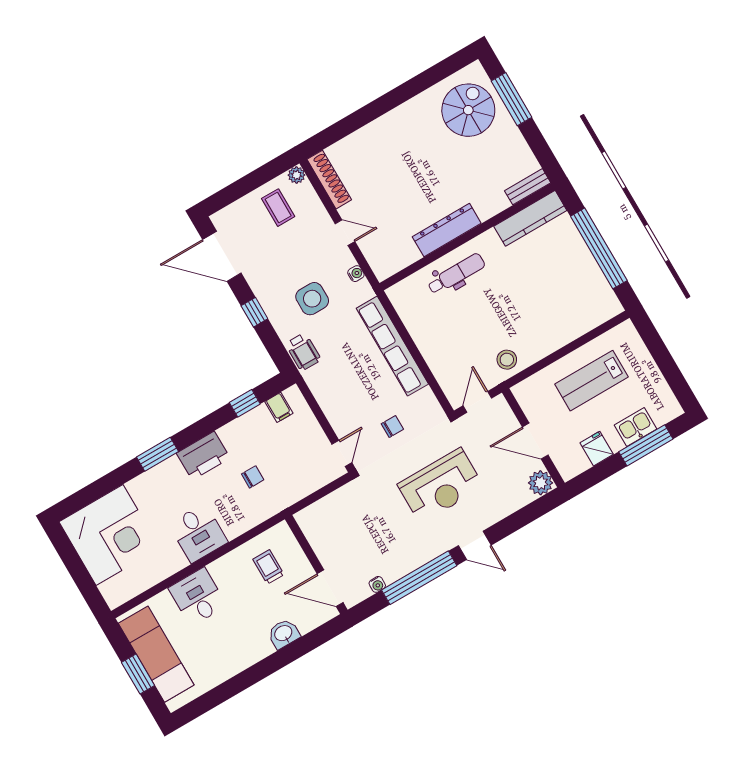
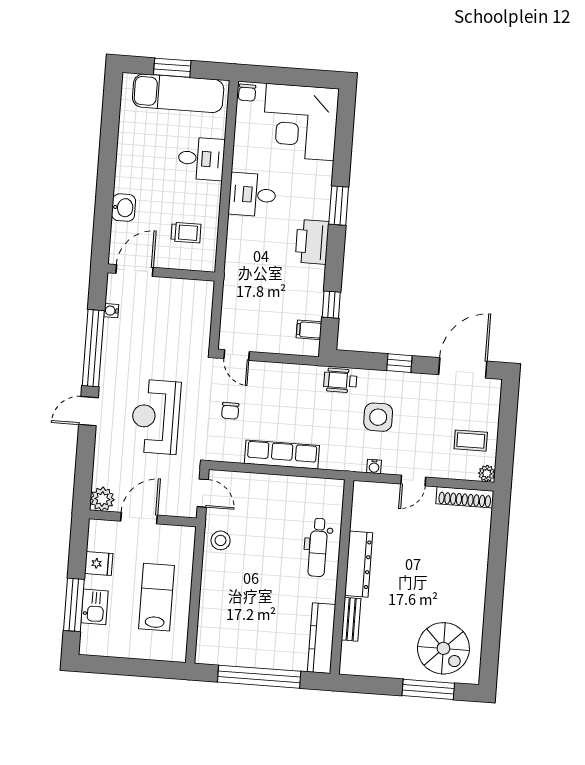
bench: (528, 187) -> (351, 619), moved
row of seats: (392, 346) -> (282, 455), width x0.73
chair: (253, 477) -> (247, 93), moved

